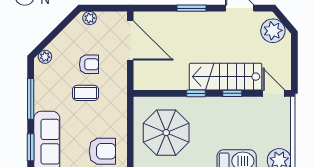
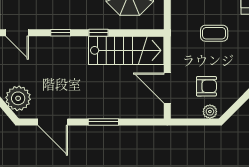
door: (130, 41) -> (167, 88), width x0.73
armchair: (89, 64) -> (206, 86), moved, turned 180
stairs: (226, 77) -> (126, 50), moved

